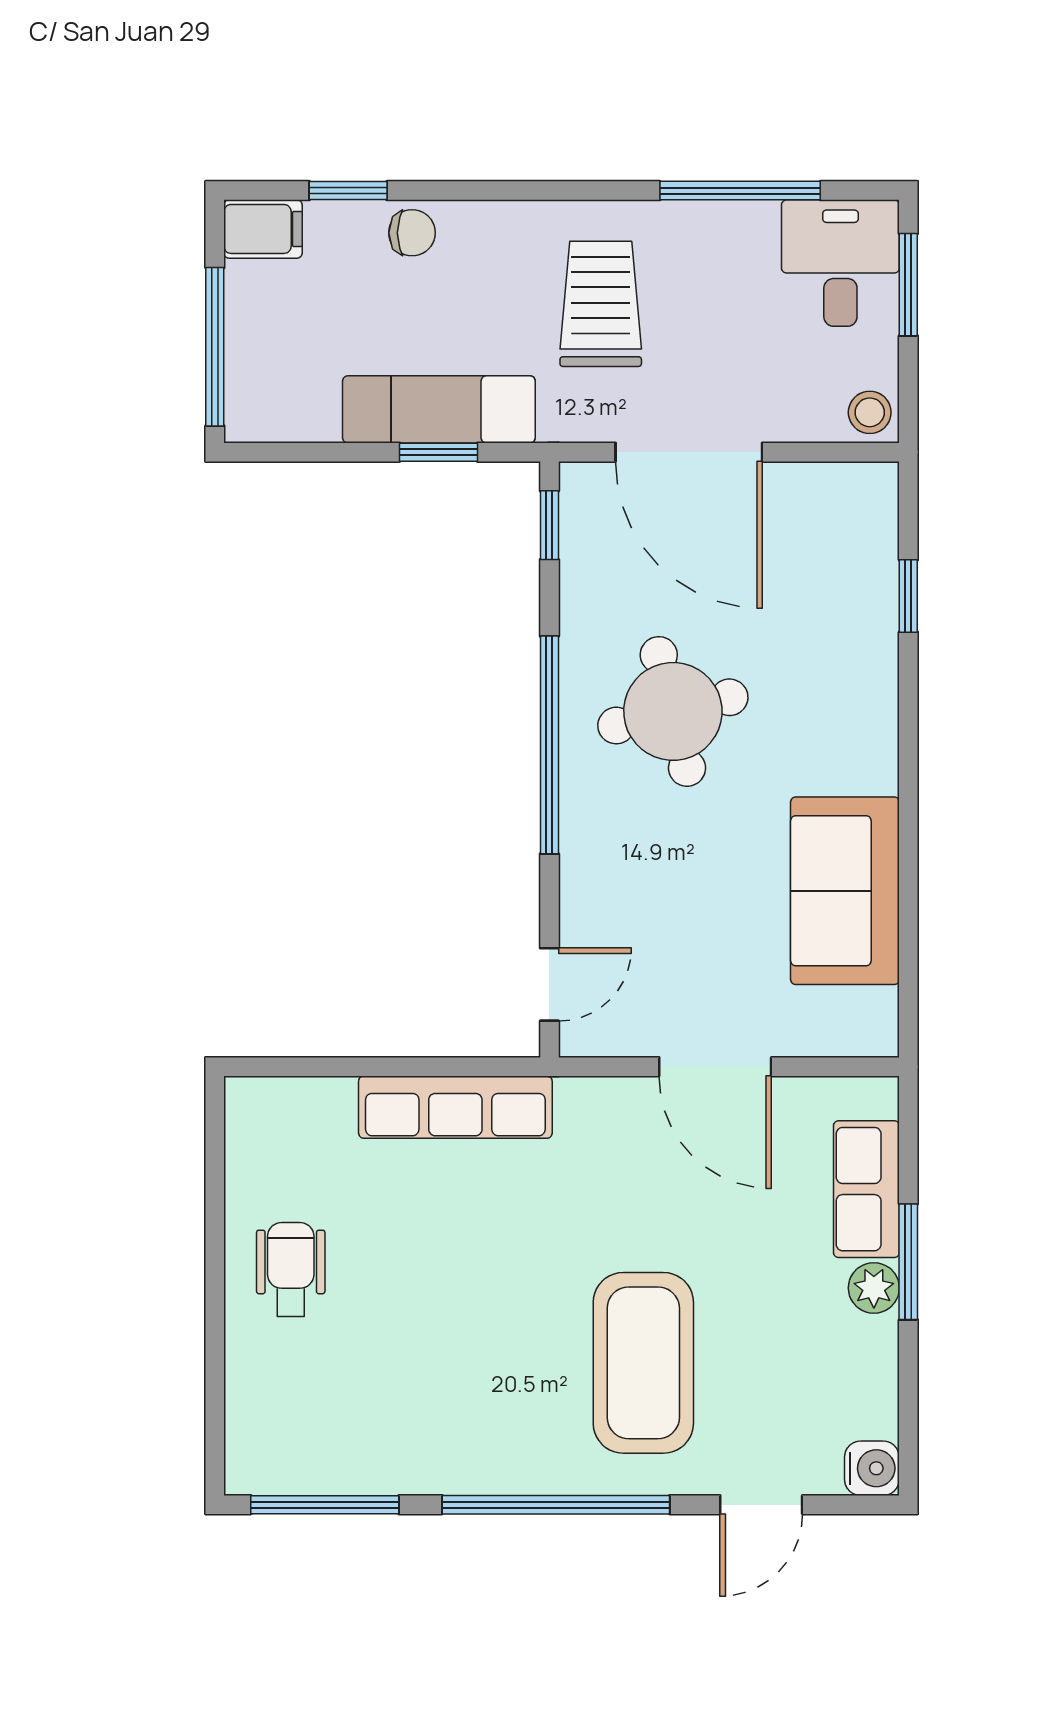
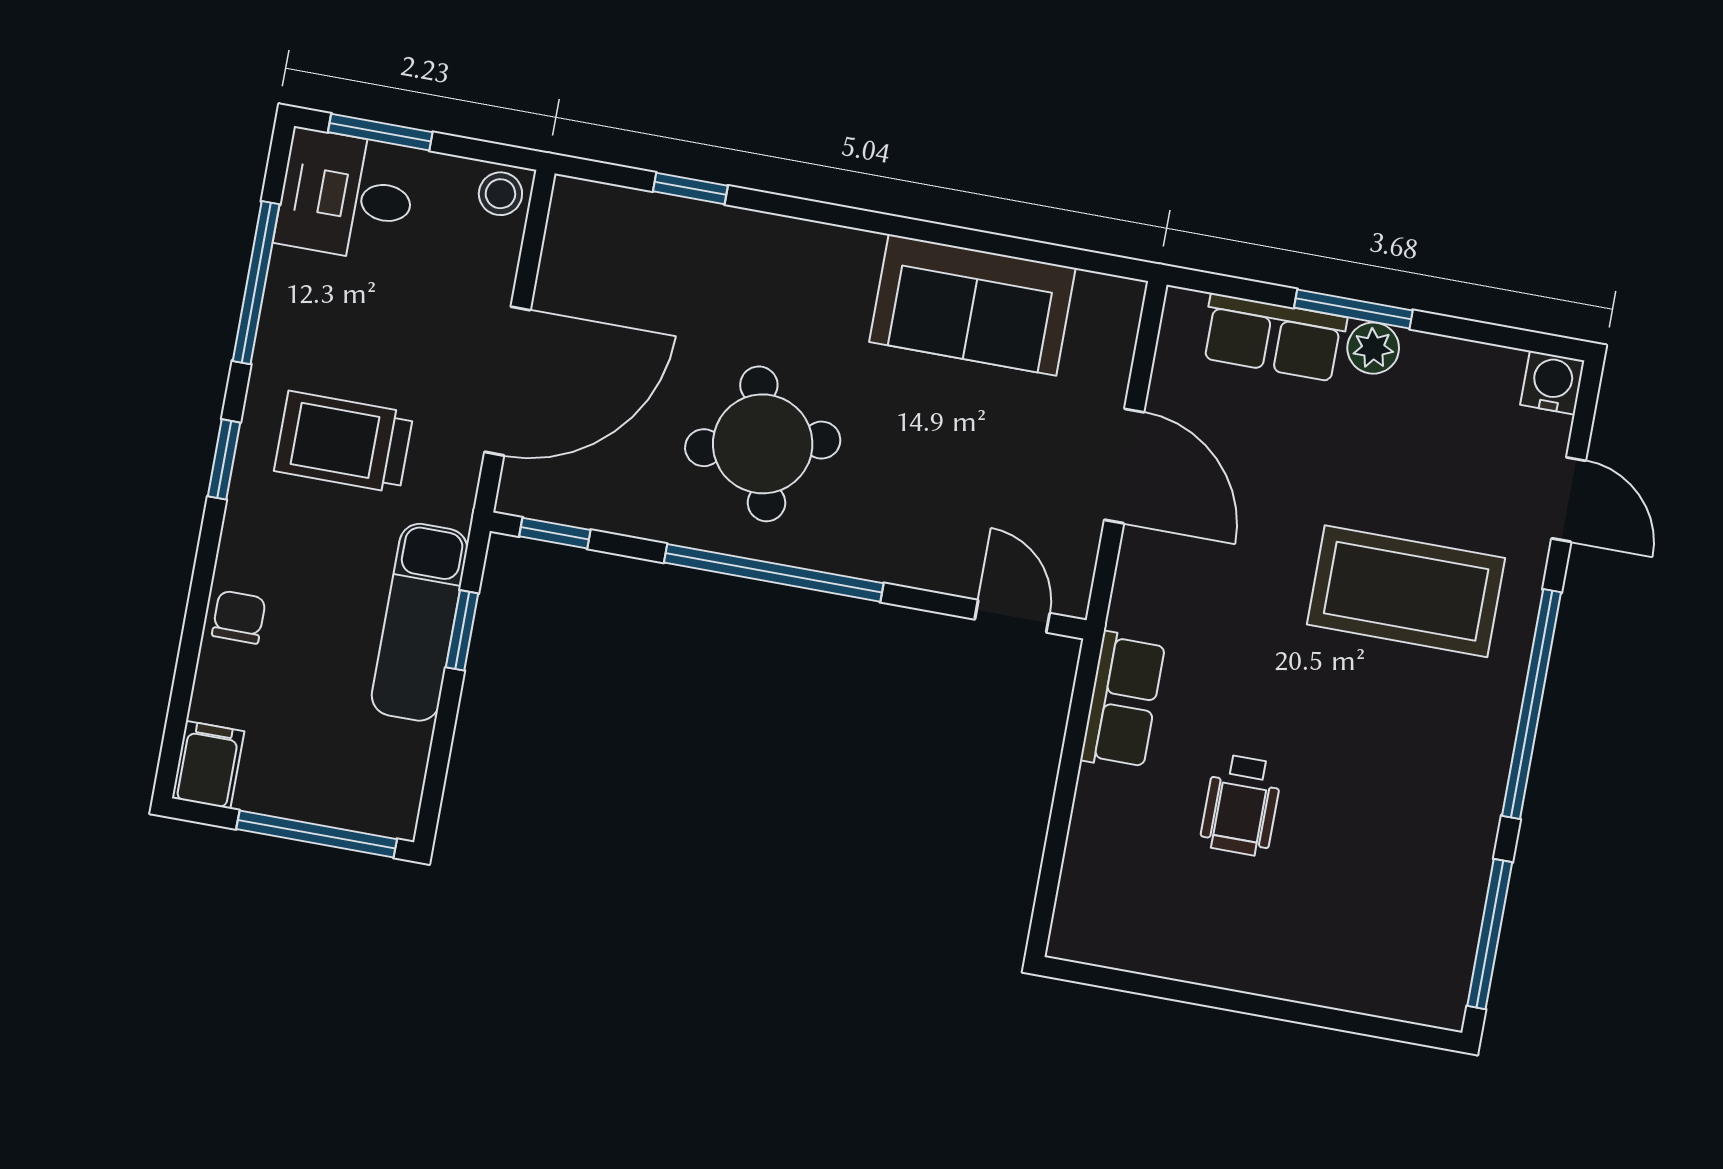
window: (348, 191) -> (224, 459), moved
door: (715, 1067) -> (1124, 466), hinge flipped
row of seats: (455, 1107) -> (1123, 701), width x0.68
wheelchair: (291, 1269) -> (1241, 805), moved, turned -90

